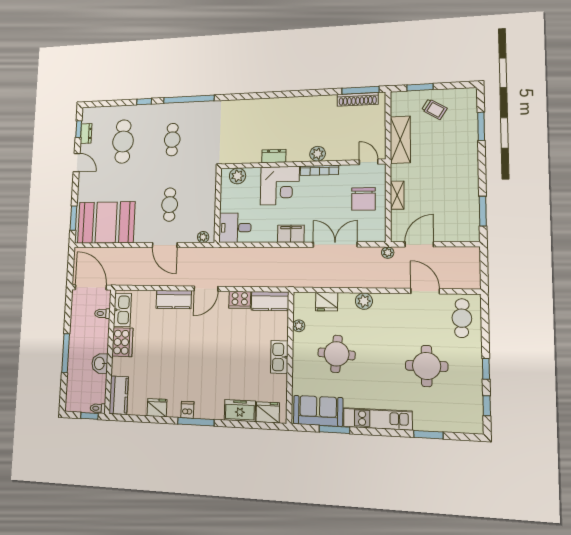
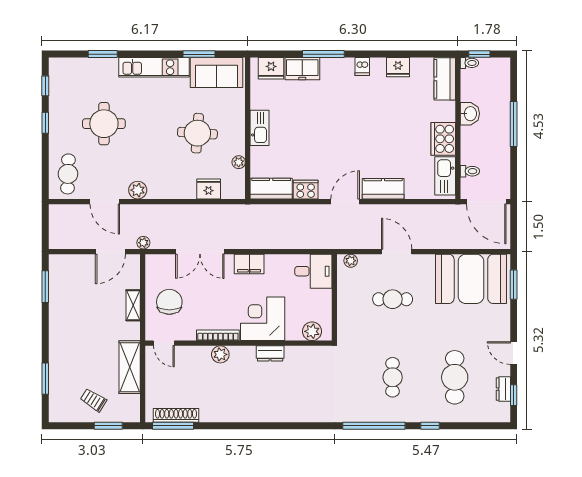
cafe table: (170, 205) -> (393, 299), turned 90
plant: (364, 301) -> (138, 190), moved
window: (196, 422) -> (323, 54), moved

